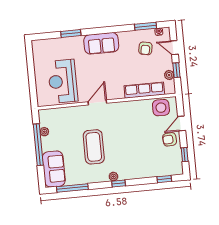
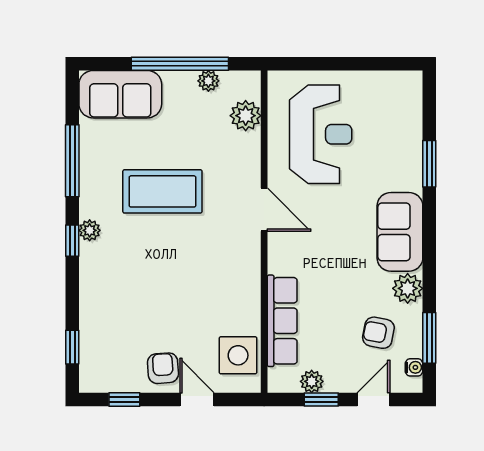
plant: (125, 38) -> (408, 288), added
reception desk: (63, 81) -> (321, 134), turned 90
plant: (58, 114) -> (246, 116), added
window: (72, 188) -> (72, 161), moved

